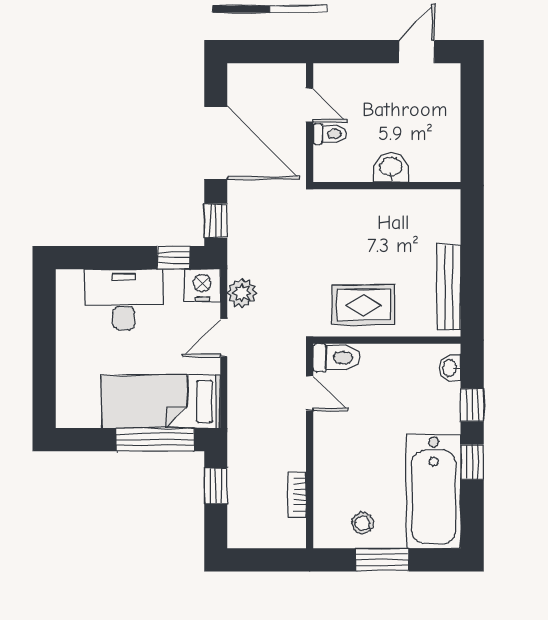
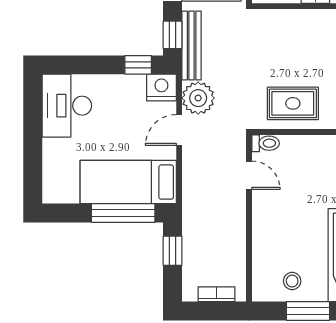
bench: (239, 234) -> (192, 46), added
plant: (242, 293) -> (198, 98), width x1.36, depth x1.36
desk: (124, 299) -> (67, 106), moved, turned -90
toilet: (336, 358) -> (266, 143), width x0.73, depth x0.72
bookcase: (297, 495) -> (216, 294), moved, turned 90

